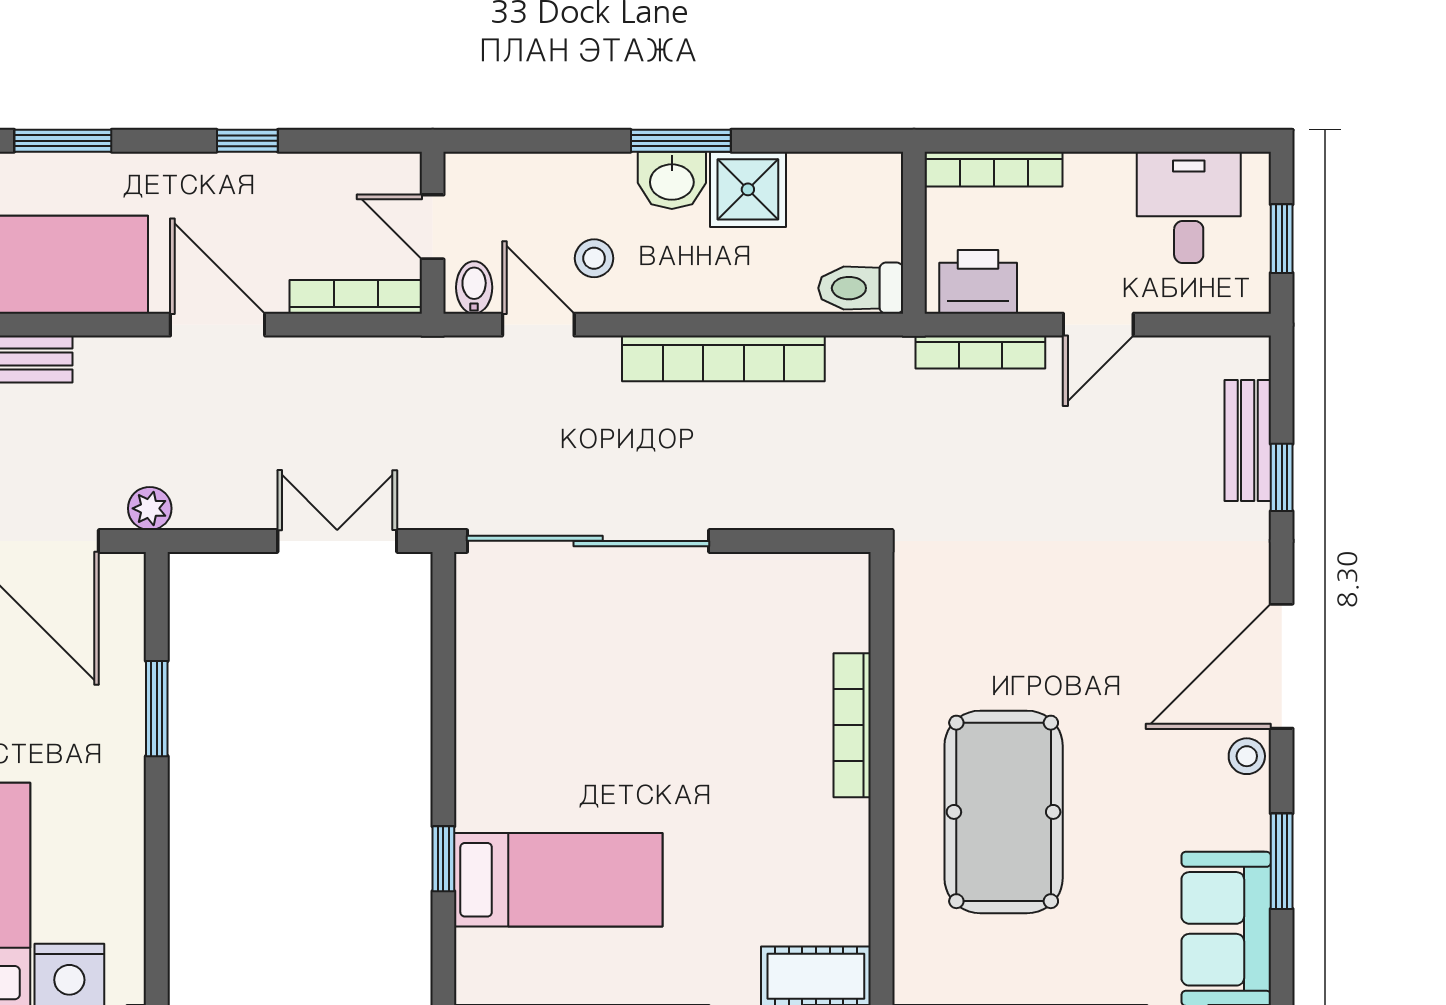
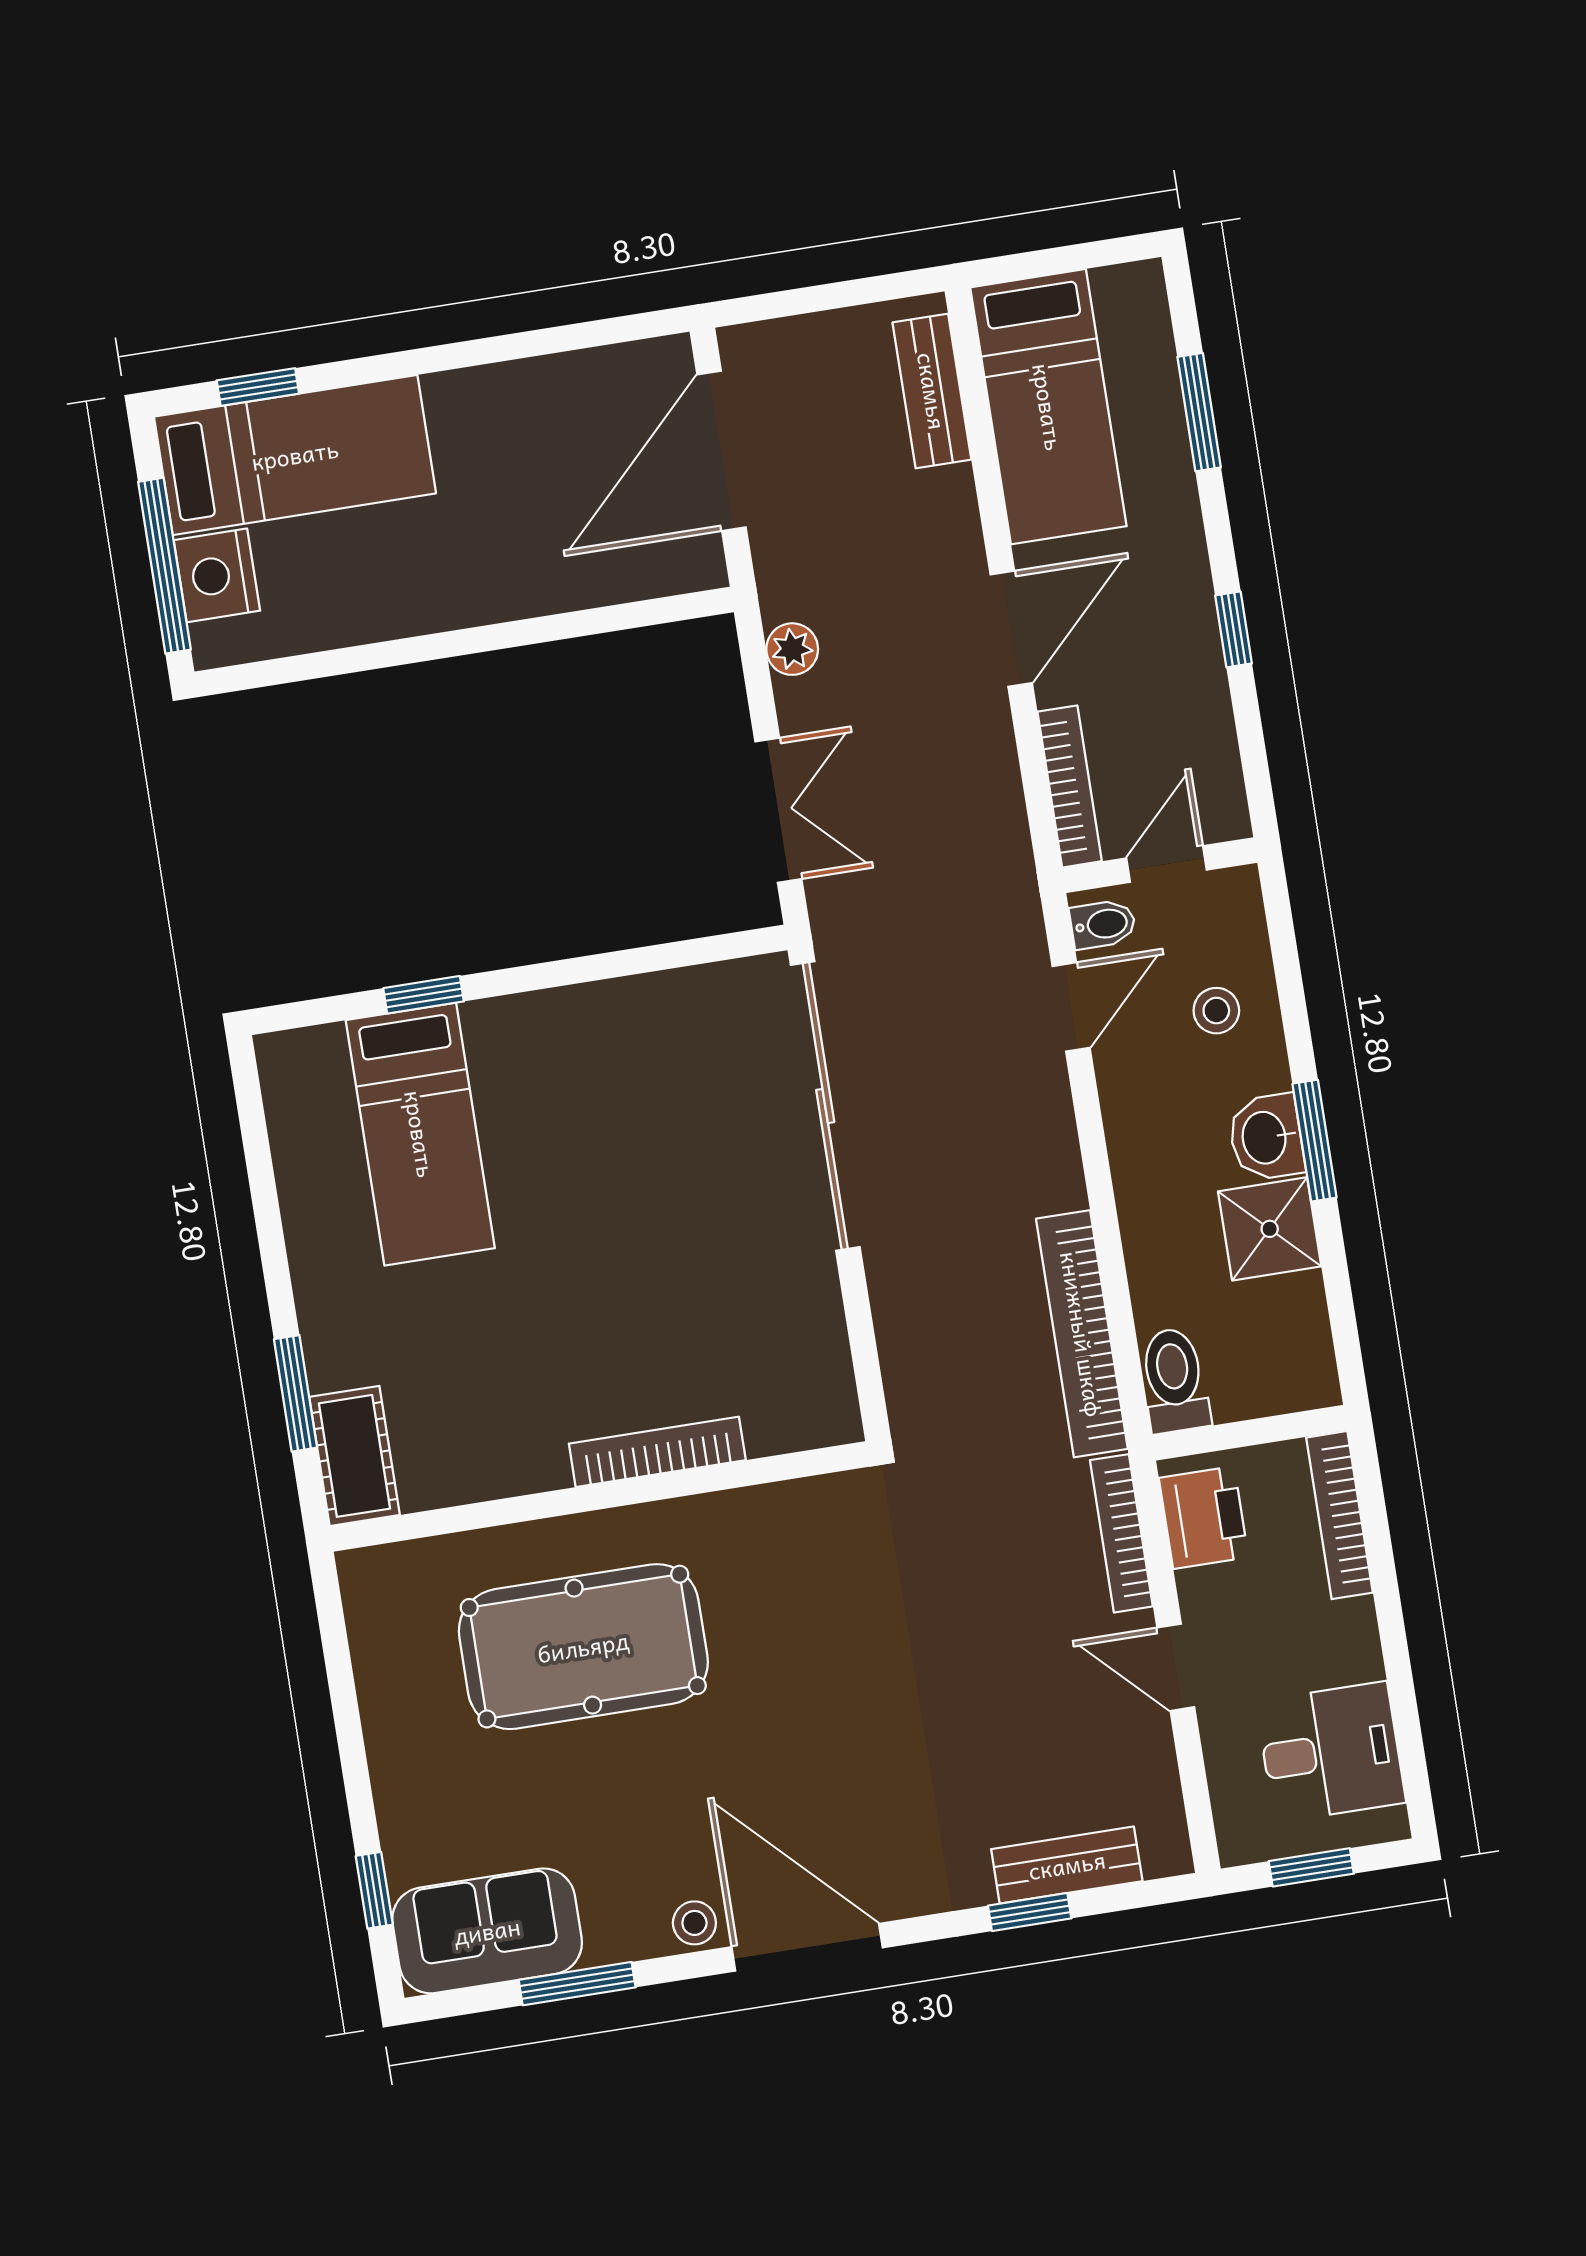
stool: (594, 258) -> (1216, 1011), moved
bookcase: (723, 358) -> (1082, 1334), moved
plant: (150, 508) -> (792, 649), moved
window: (157, 709) -> (547, 629), removed

